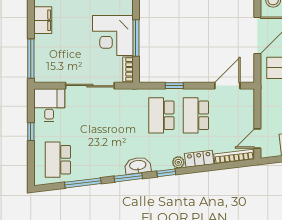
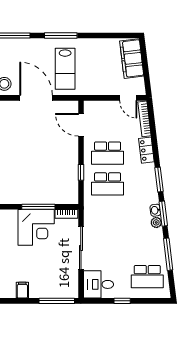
filing cabinet: (43, 20) -> (22, 290), width x0.50
plant: (178, 162) -> (156, 222), moved
washbasin: (138, 166) -> (155, 210), width x0.52, depth x0.69
window: (166, 173) -> (159, 180), width x1.50

